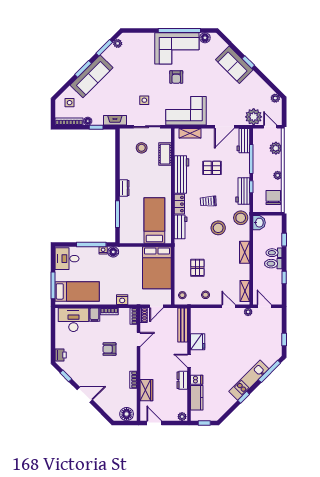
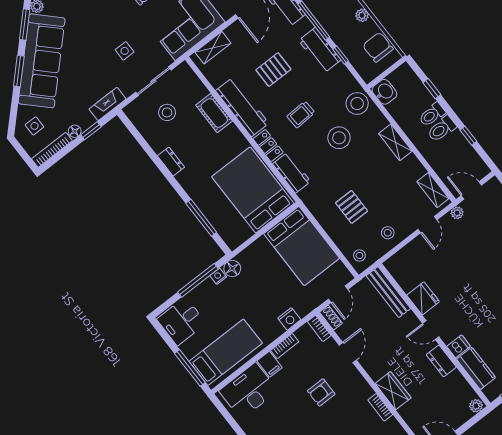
sofa: (91, 76) -> (42, 61), width x1.36, depth x1.27
cot: (165, 154) -> (214, 113), moved
dresser: (124, 188) -> (171, 162), moved
workbench: (243, 191) -> (320, 50), moved
bed: (154, 220) -> (253, 190), width x1.50
door: (229, 306) -> (427, 225), swing flipped
wardrobe: (146, 390) -> (393, 391), moved

